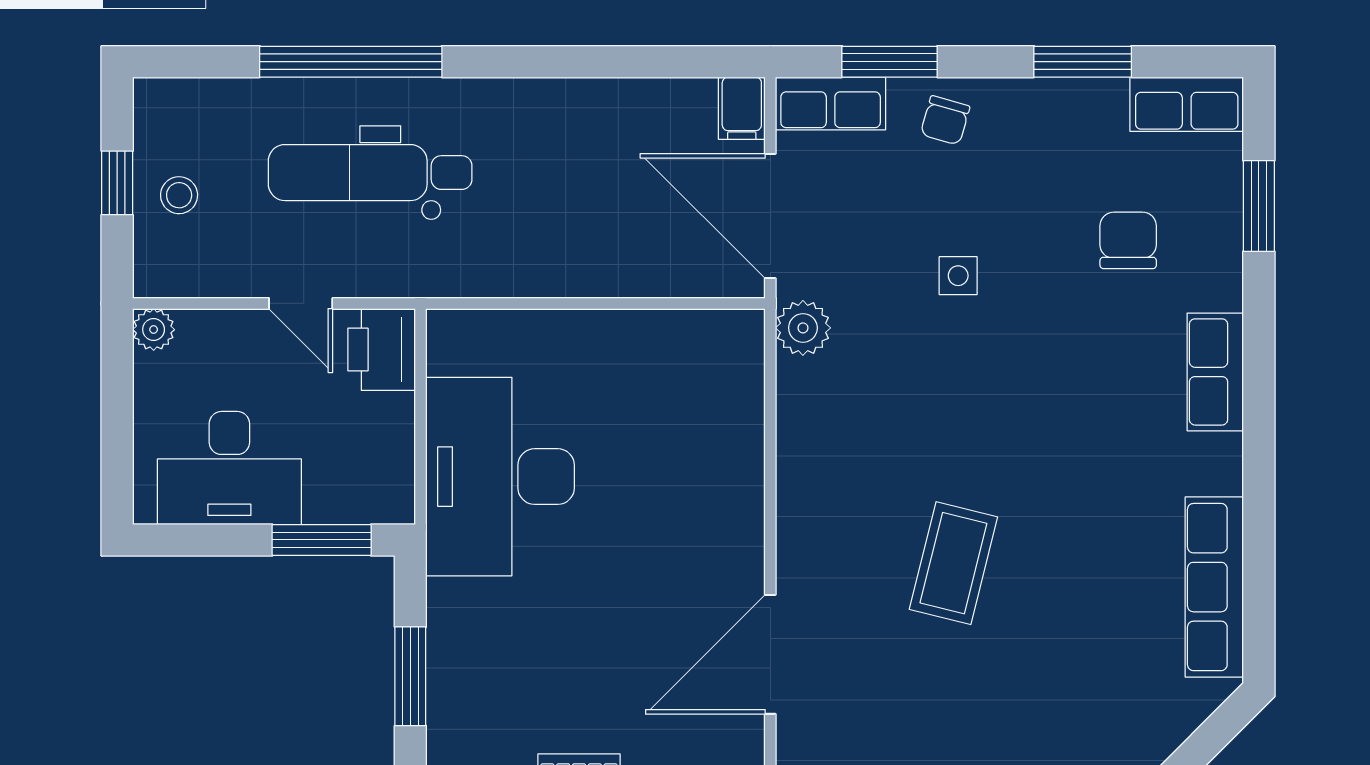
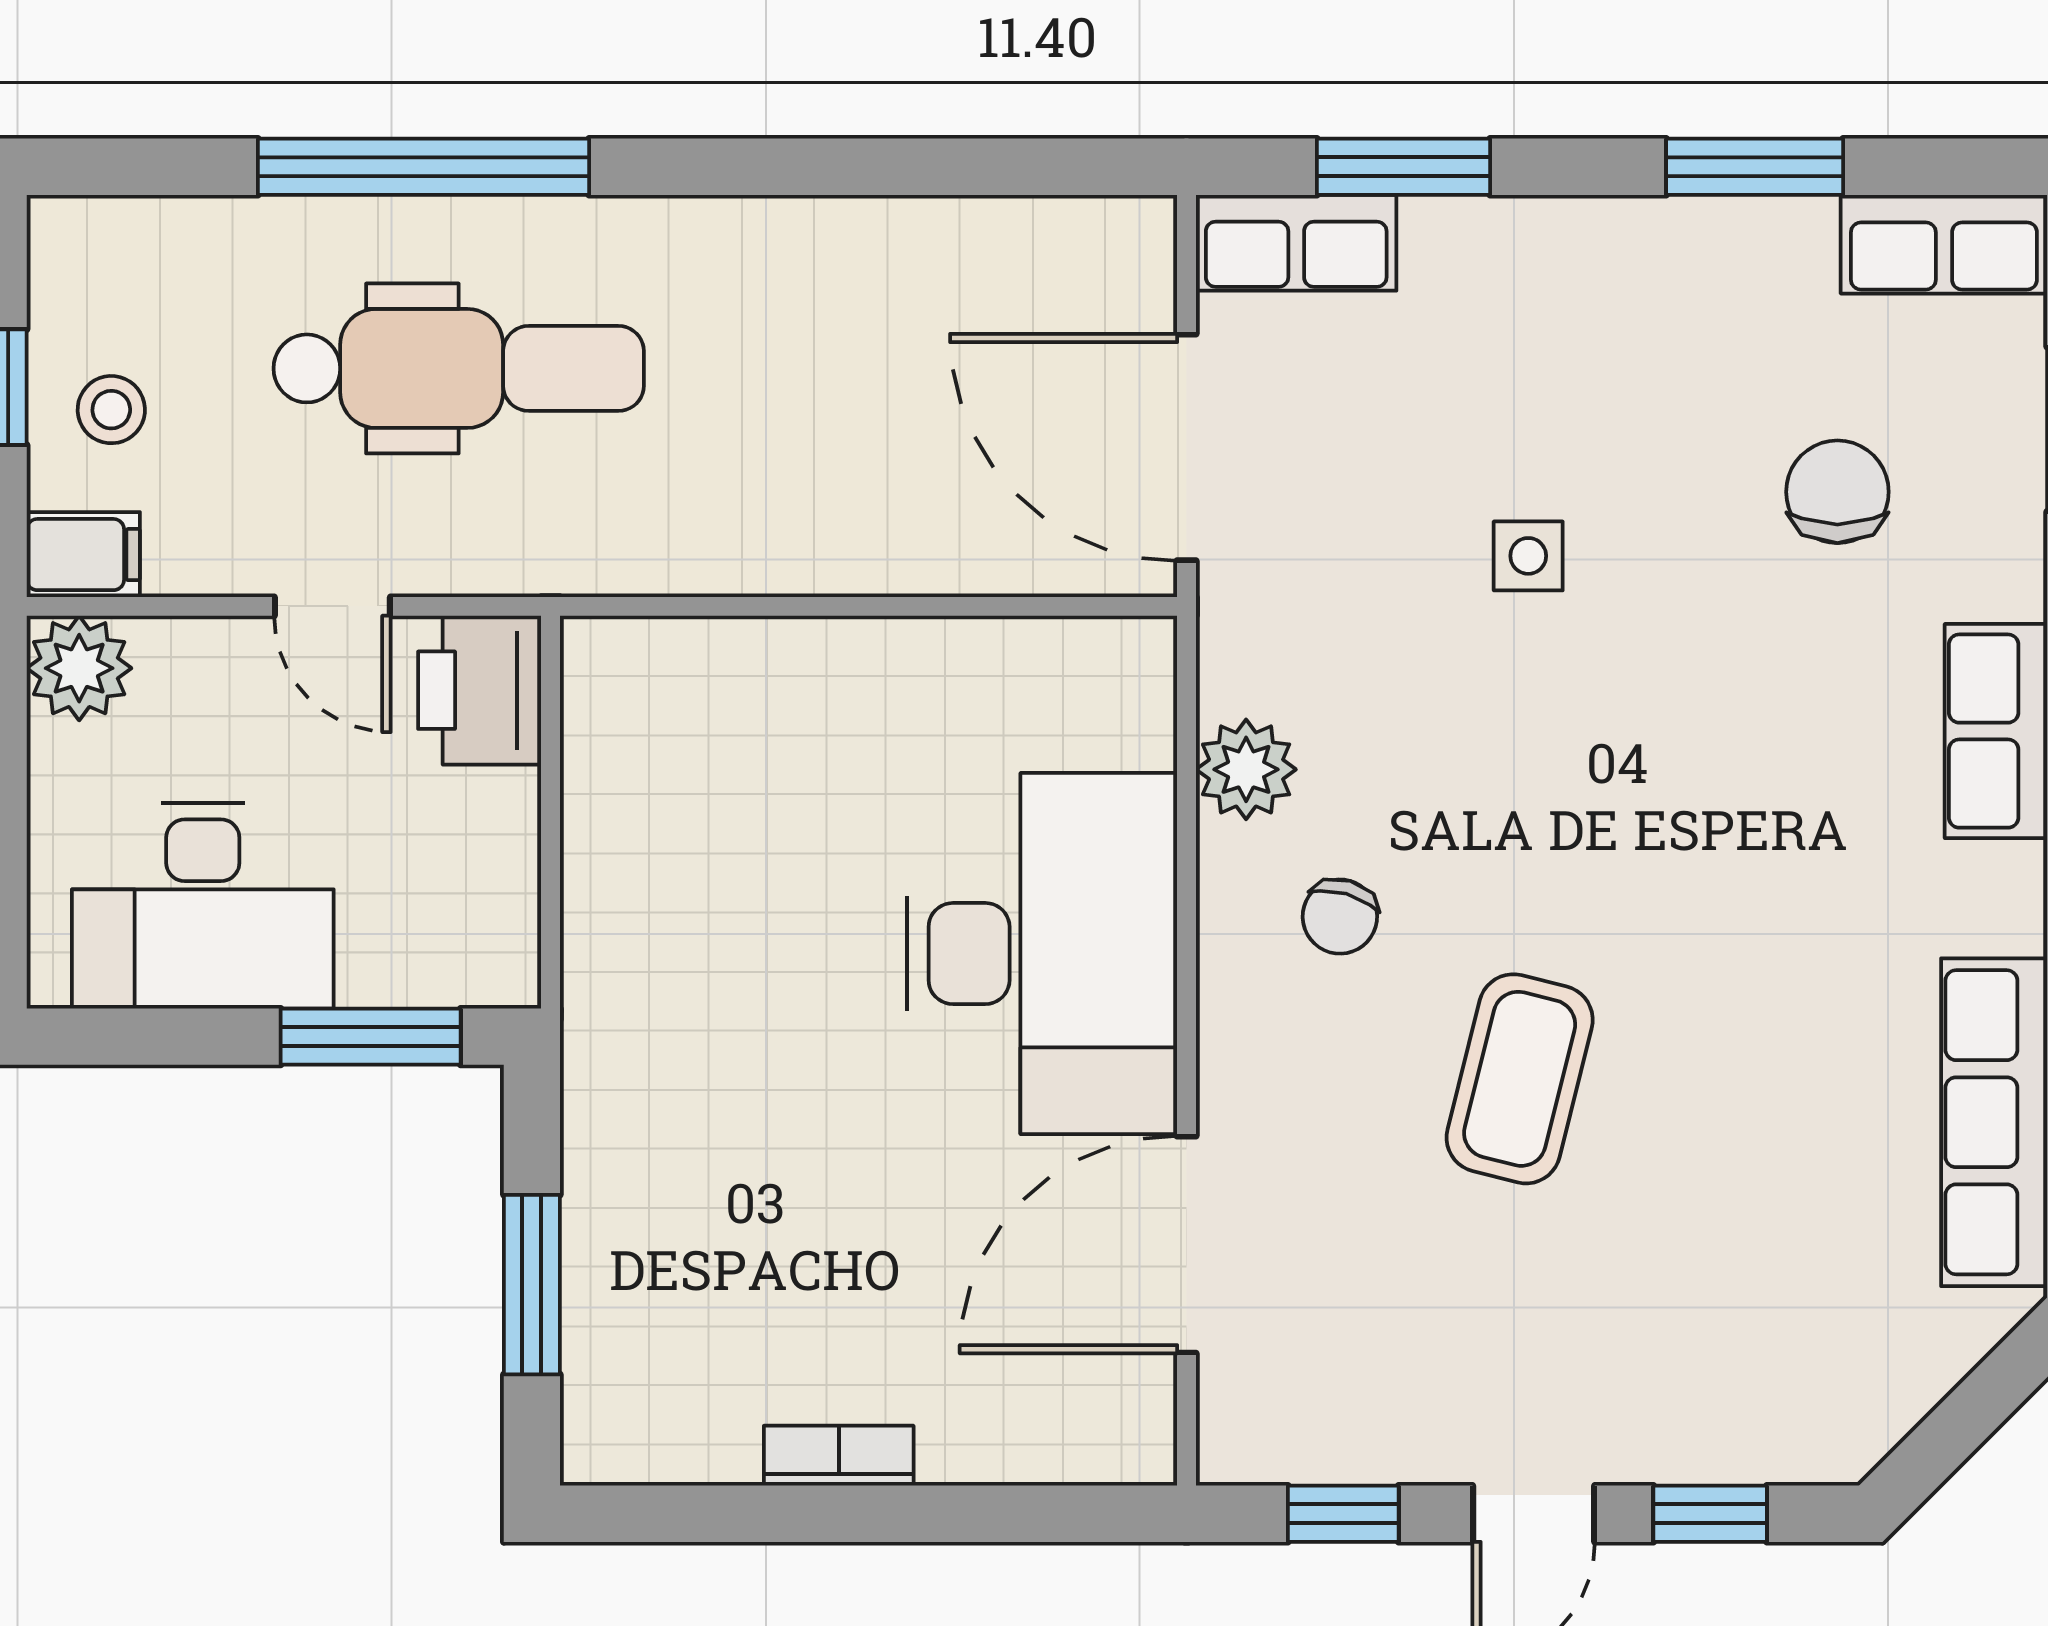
filing cabinet: (742, 108) -> (83, 555), moved, turned -90
chair: (945, 120) -> (1340, 917), moved
dental chair: (370, 173) -> (459, 368), turned 180
plant: (803, 328) -> (1246, 769), moved
plant: (154, 330) -> (79, 668), width x1.38, depth x1.38
desk: (500, 477) -> (1042, 954), moved, turned 180

